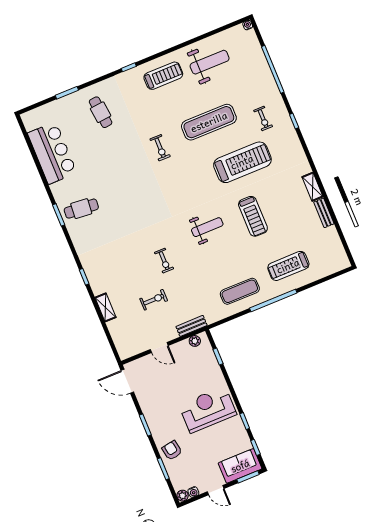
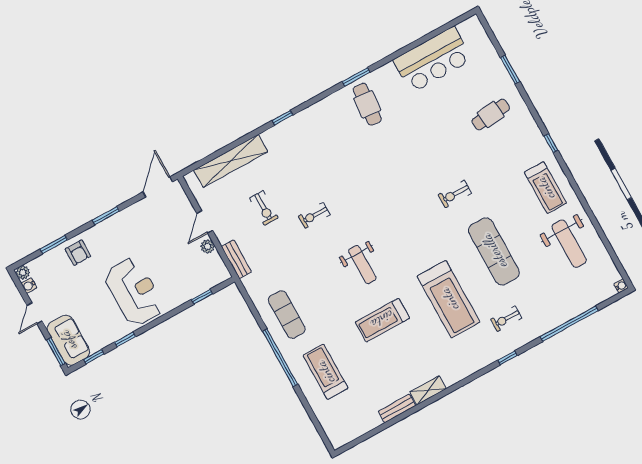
shelving: (105, 307) -> (231, 161), width x2.20, depth x1.33
plant: (195, 341) -> (208, 246), moved
armchair: (172, 450) -> (78, 253), turned 100

